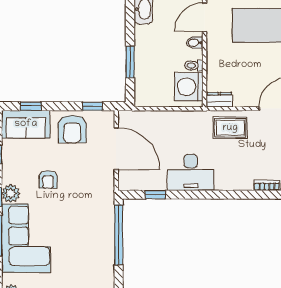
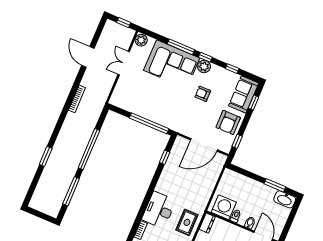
window: (130, 62) -> (275, 185), moved
armchair: (72, 129) -> (228, 122), turned -90
desk: (191, 172) -> (159, 210), moved

